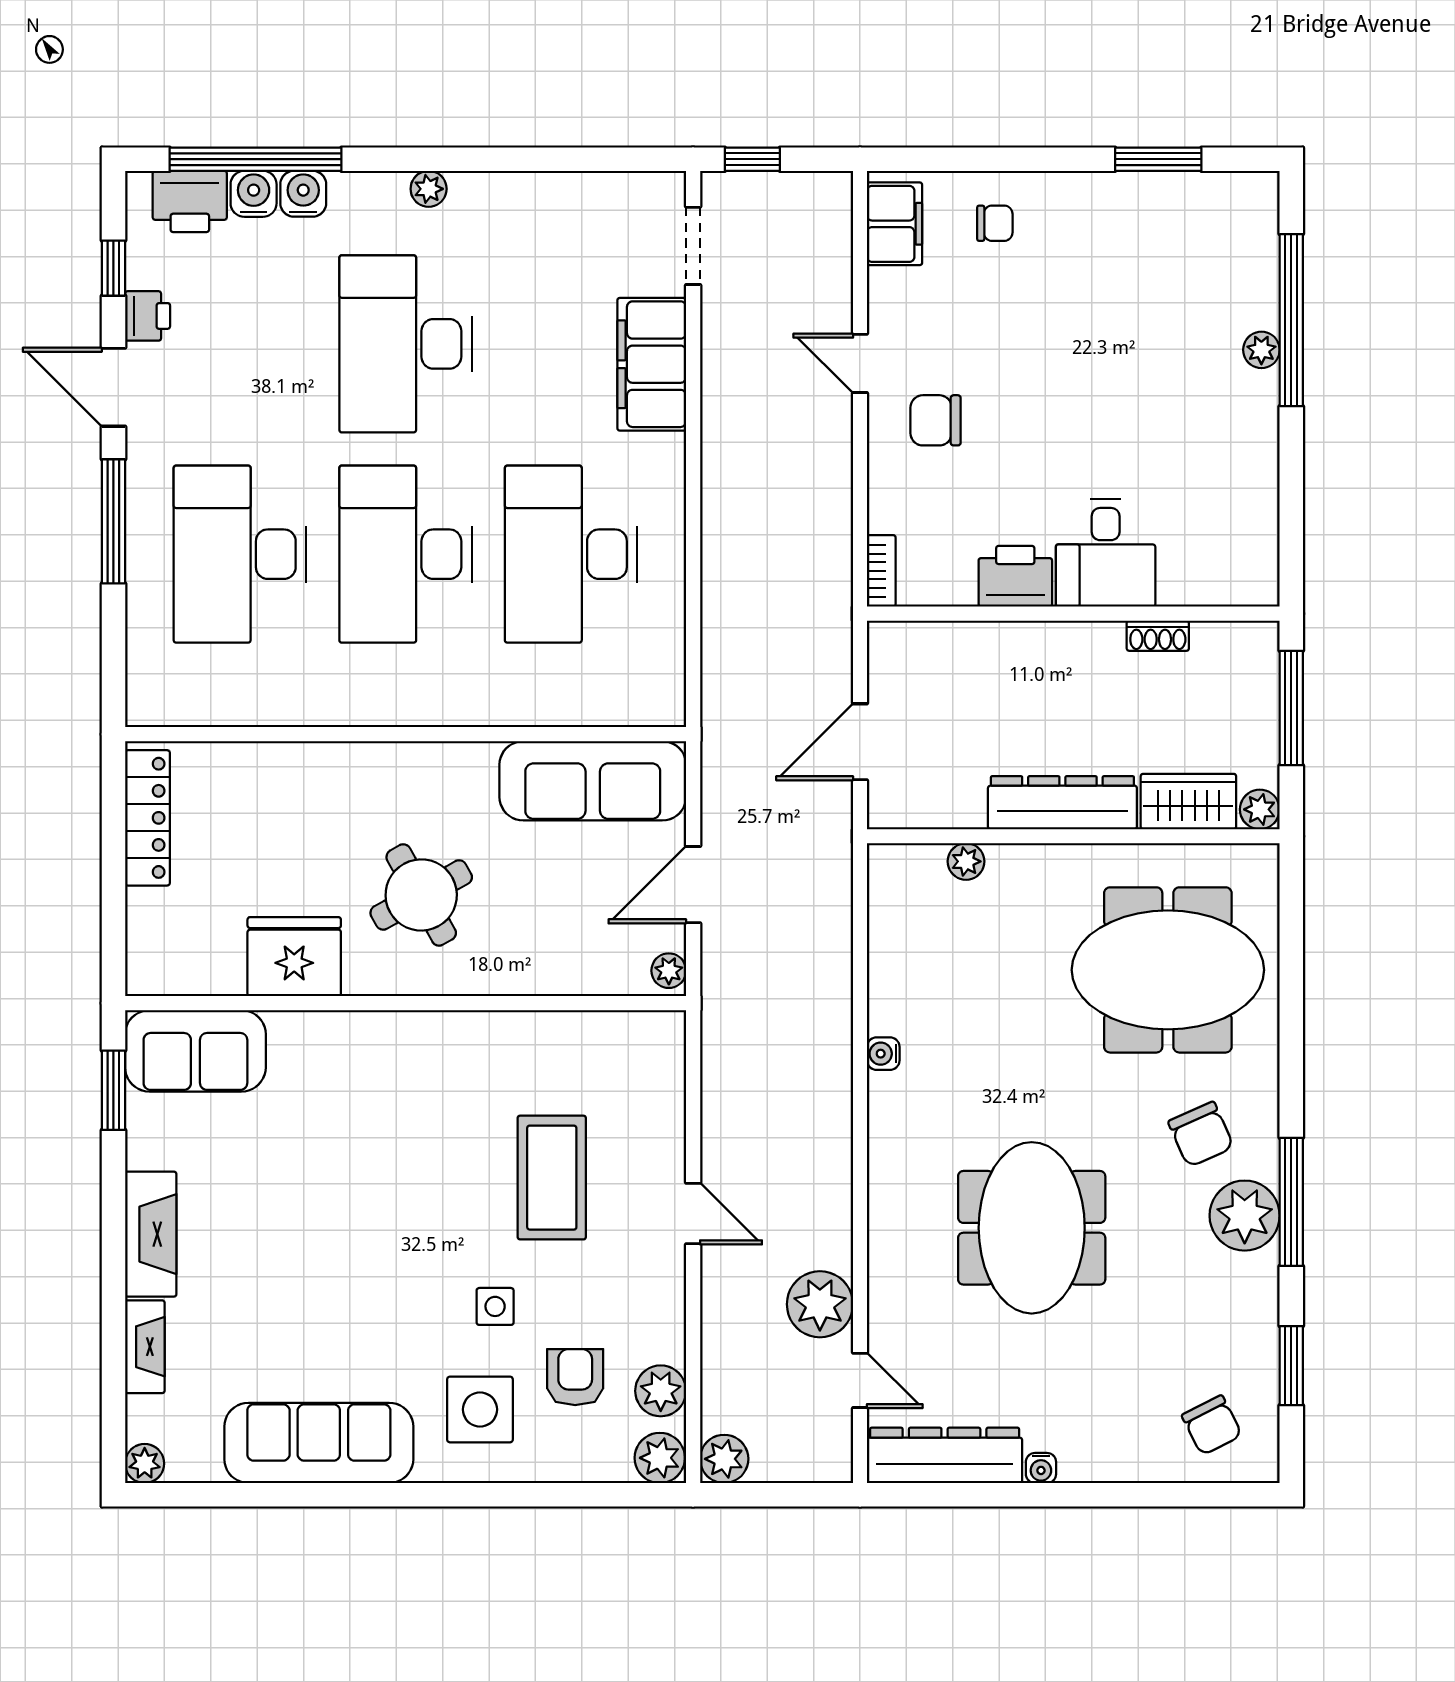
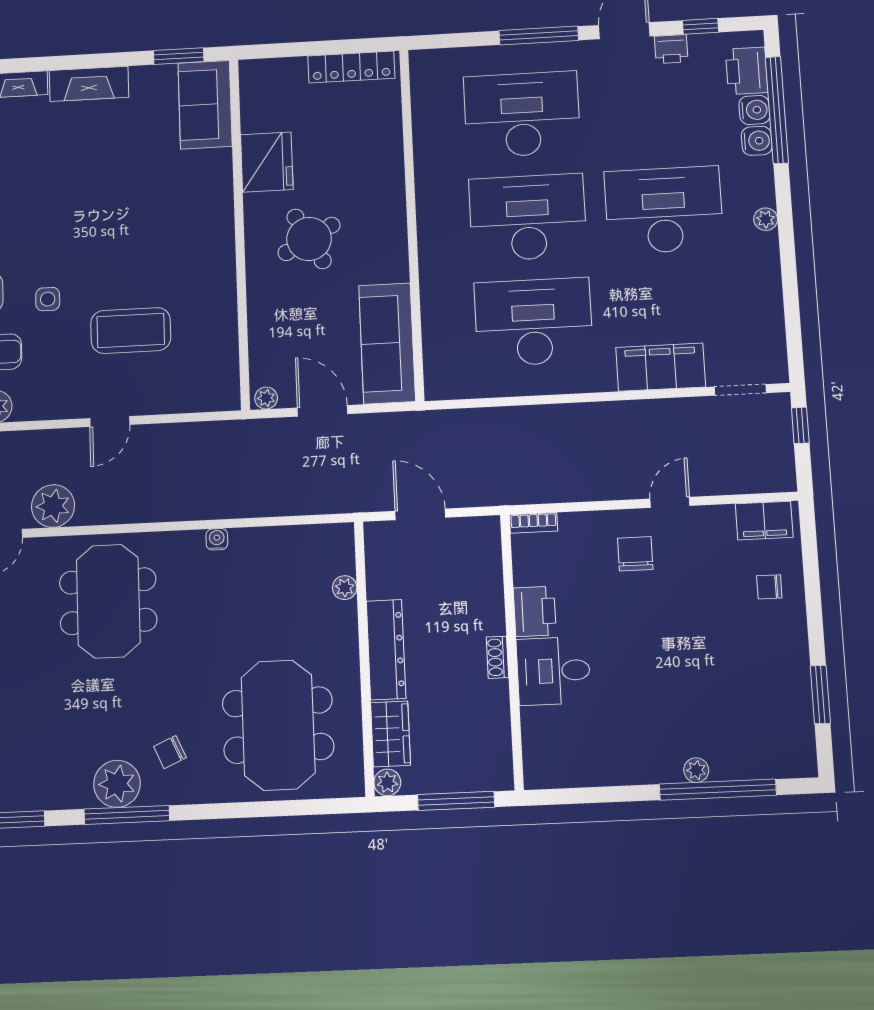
chair: (995, 223) -> (769, 587), turned 90
shoe rack: (1158, 636) -> (498, 657), moved
chair: (1201, 1134) -> (170, 752), width x0.73, depth x0.73
meeting table: (1032, 1228) -> (108, 601), moved, turned 90

